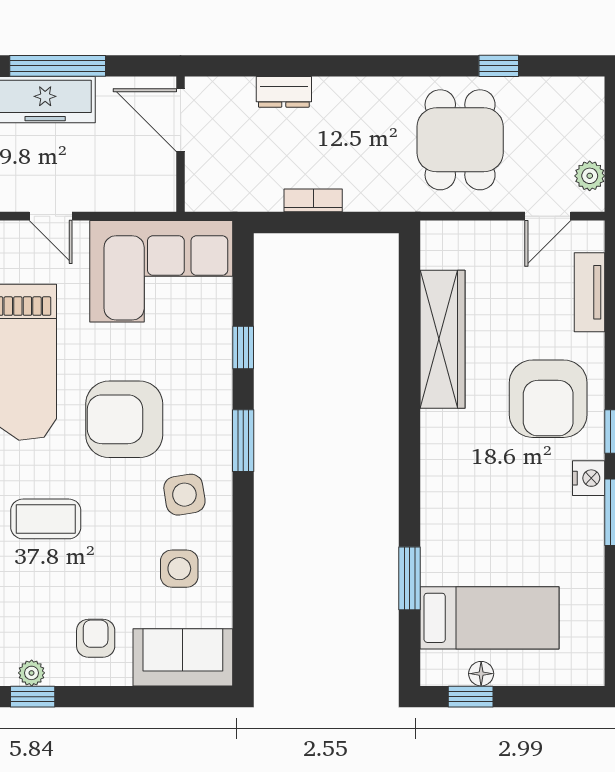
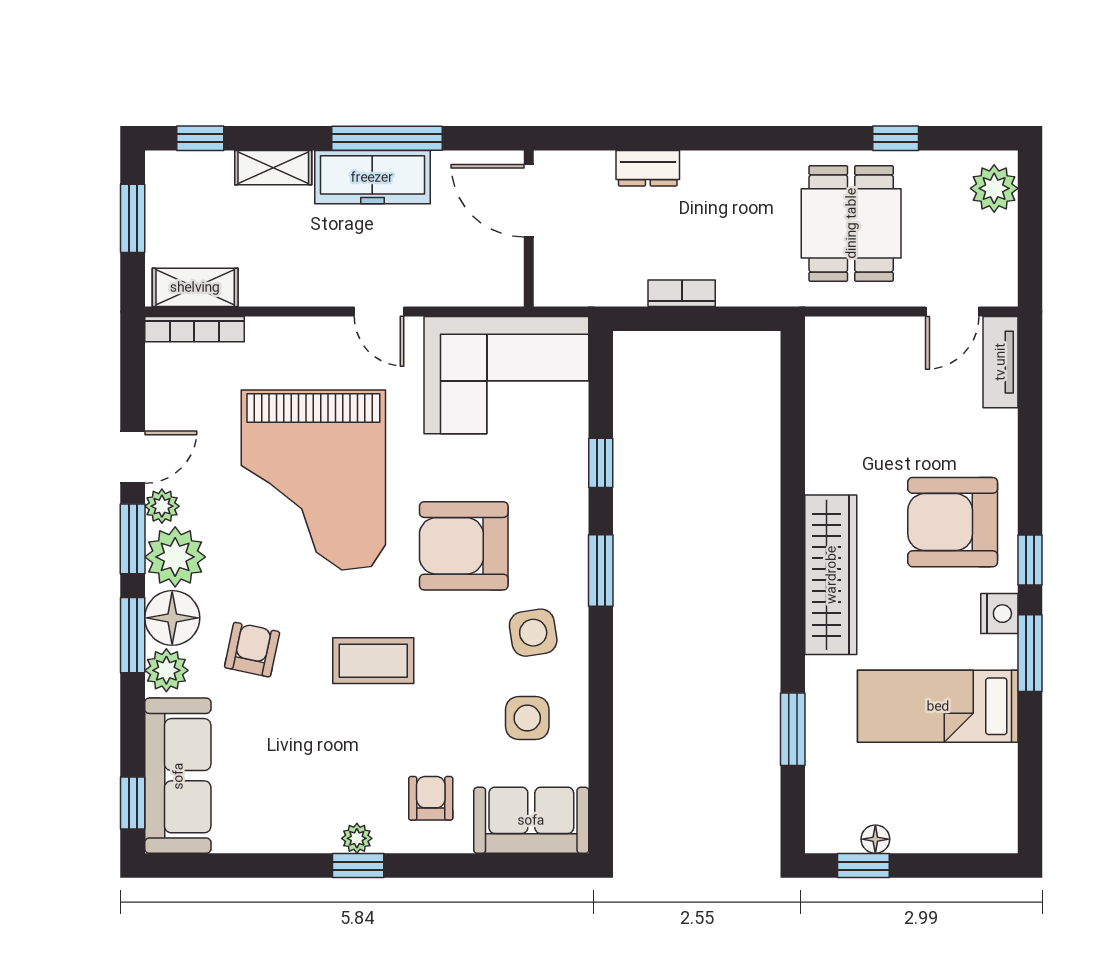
plant: (590, 176) -> (994, 188), moved, width x1.38, depth x1.38
tv unit: (590, 292) -> (1000, 362), moved
wardrobe: (442, 339) -> (831, 575), moved
armchair: (548, 399) -> (953, 522), turned 90
bed: (490, 618) -> (938, 706), moved, turned 180

